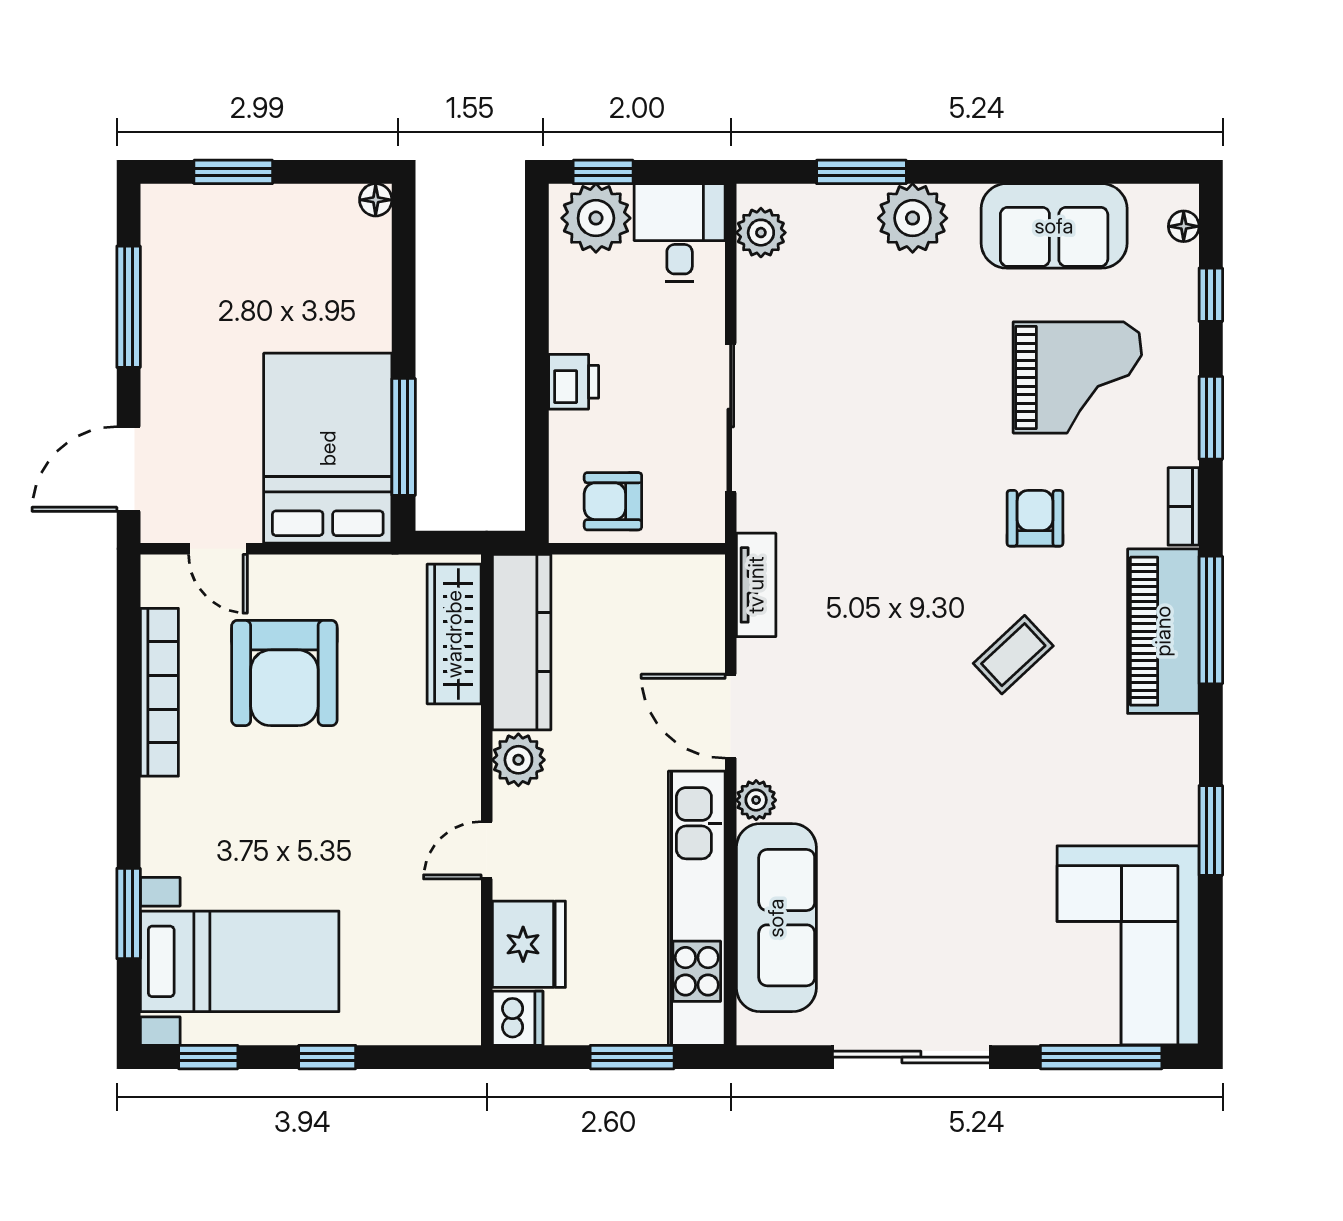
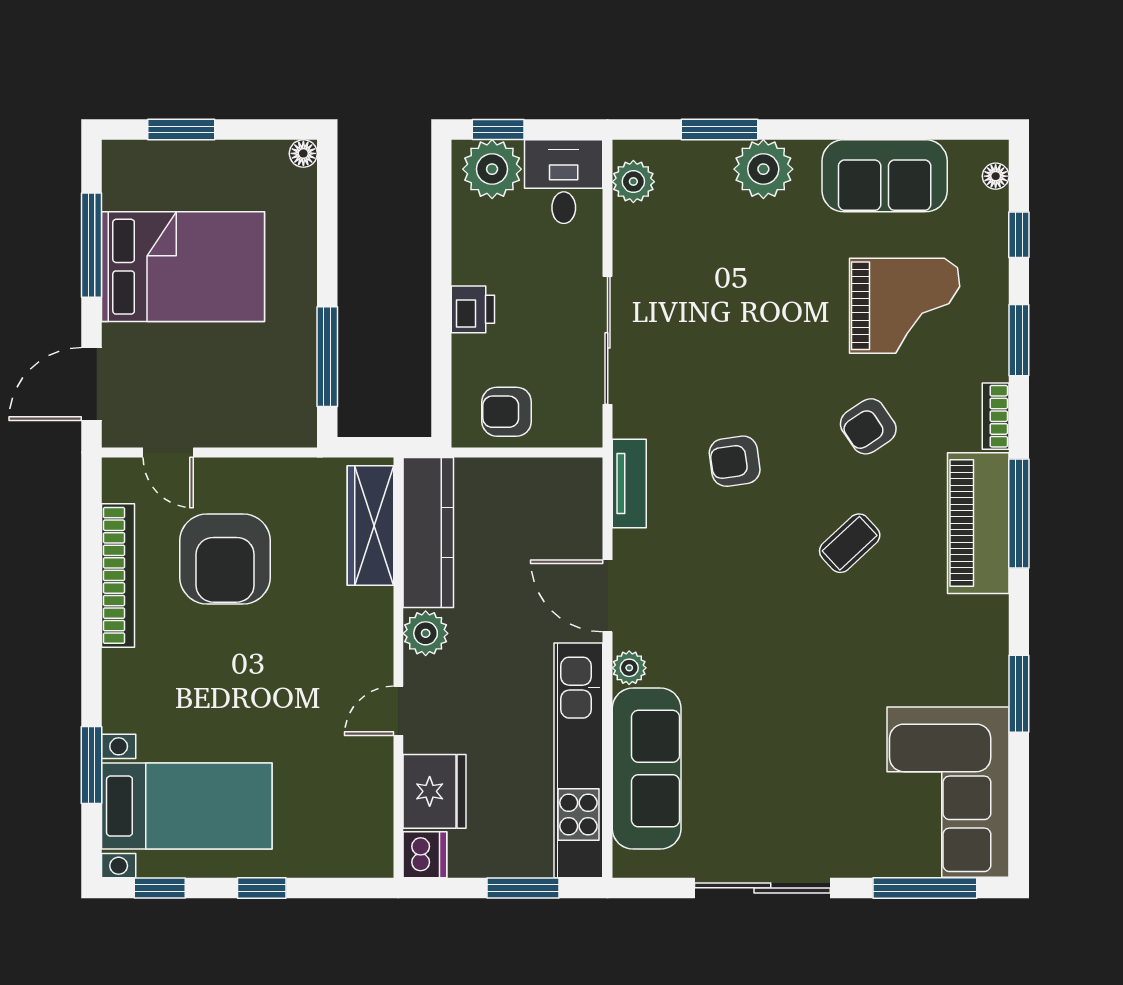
bed: (328, 448) -> (183, 267), moved, turned 90
armchair: (1035, 518) -> (868, 426), turned -124
armchair: (879, 559) -> (735, 461), added

